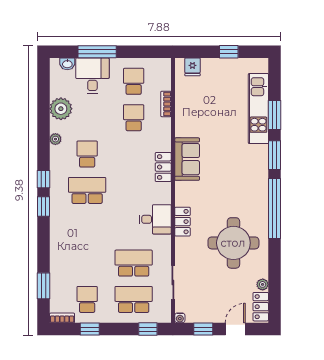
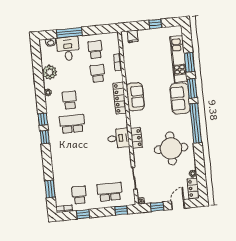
locker: (163, 167) -> (120, 98), width x1.53
sofa: (255, 169) -> (180, 98), added
school desk: (134, 263) -> (107, 168), removed

